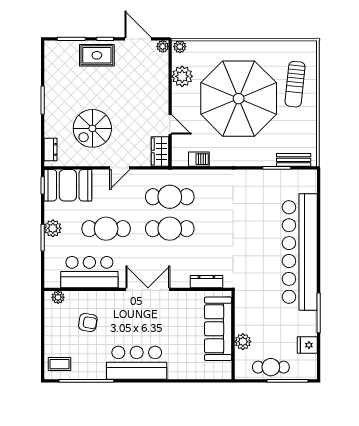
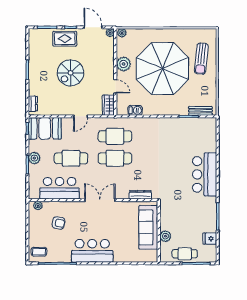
plant: (182, 76) -> (124, 64), moved
spiral stairs: (92, 128) -> (70, 73), moved
bar counter: (300, 252) -> (205, 174), width x0.54

